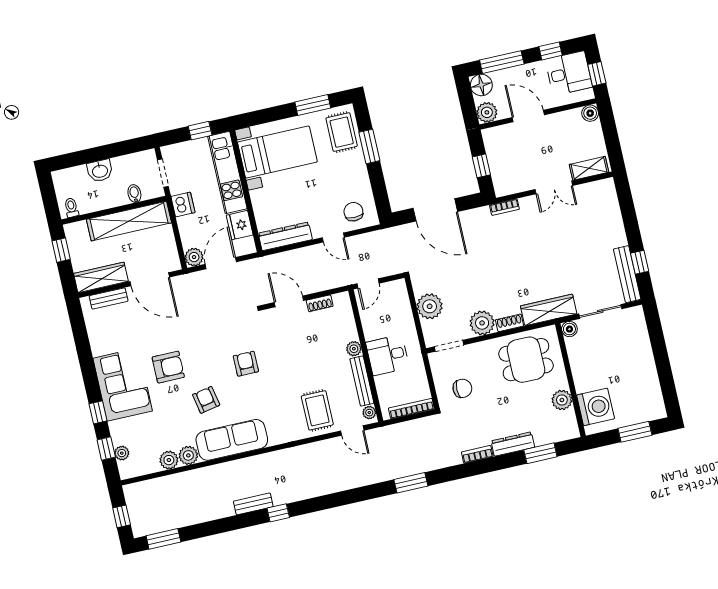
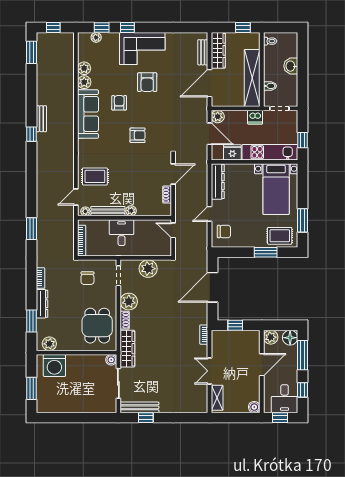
armchair: (206, 400) -> (119, 103), turned -79
plant: (562, 400) -> (49, 344), moved

